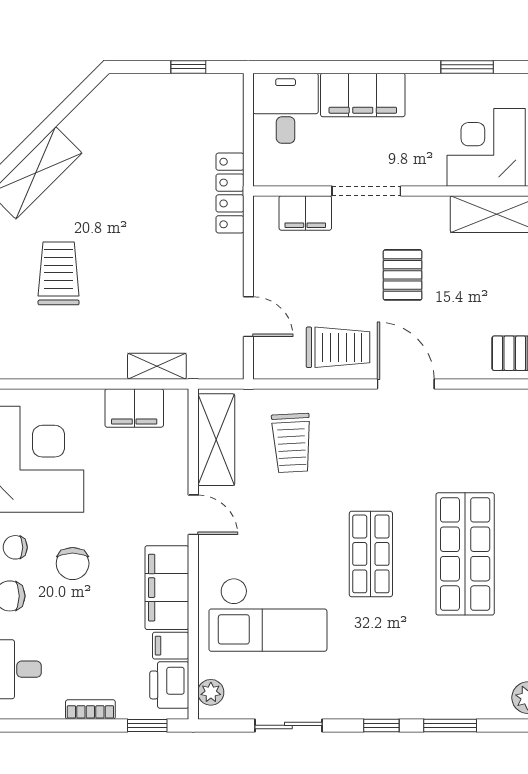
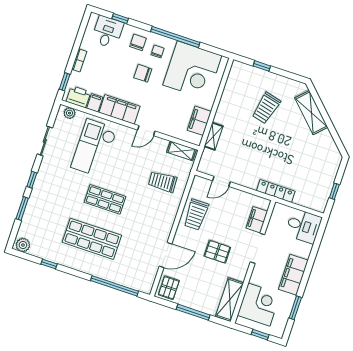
filing cabinet: (363, 95) -> (293, 275), moved
trolley: (59, 273) -> (266, 108), turned 104
door: (406, 384) -> (166, 255), moved
shelving: (216, 440) -> (182, 151), width x0.67, depth x0.75

